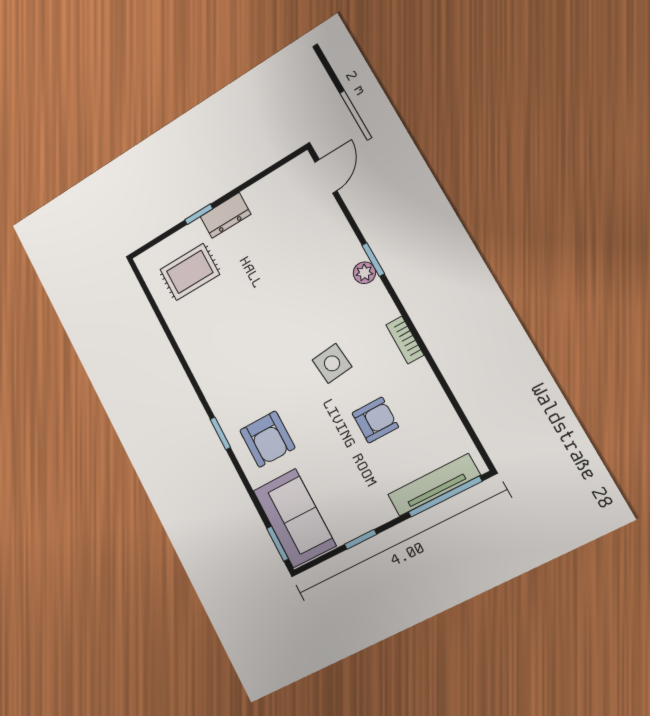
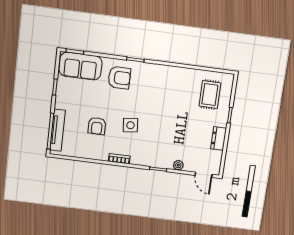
dresser: (226, 215) -> (219, 138), moved
plant: (364, 273) -> (178, 165), moved
armchair: (267, 439) -> (119, 78), turned 180

